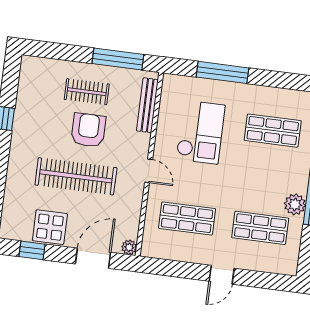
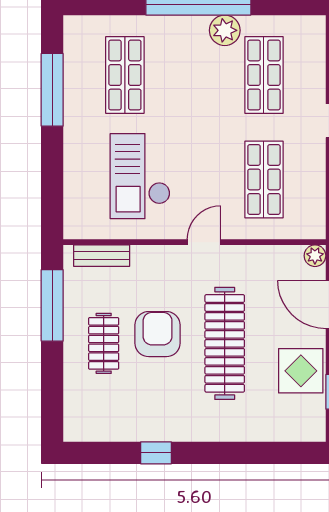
window: (223, 72) -> (52, 90), moved
bench: (147, 105) -> (102, 256), width x0.73
armchair: (88, 130) -> (158, 334), turned 90
checkout: (201, 132) -> (140, 176), turned -90

